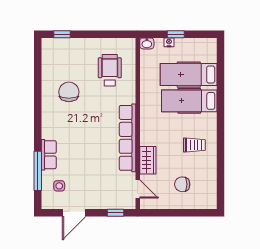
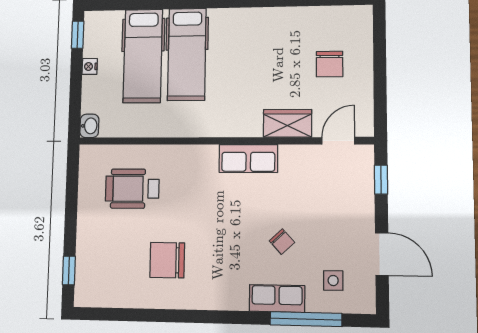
window: (176, 34) -> (78, 35), moved
nightstand: (169, 42) -> (90, 66), moved
row of seats: (127, 138) -> (248, 158), width x0.50
trolley: (194, 145) -> (261, 45), removed
chair: (80, 157) -> (282, 242), added

